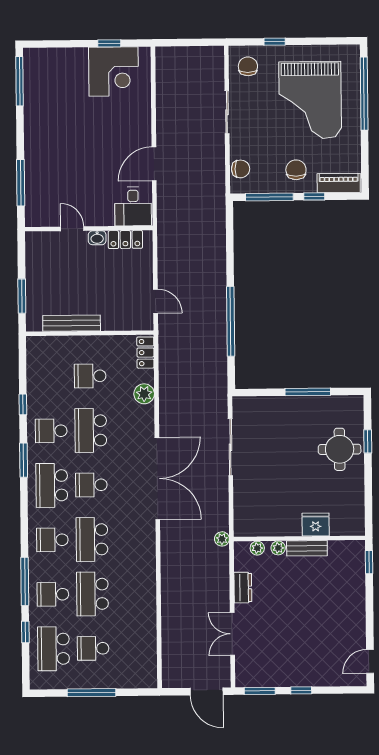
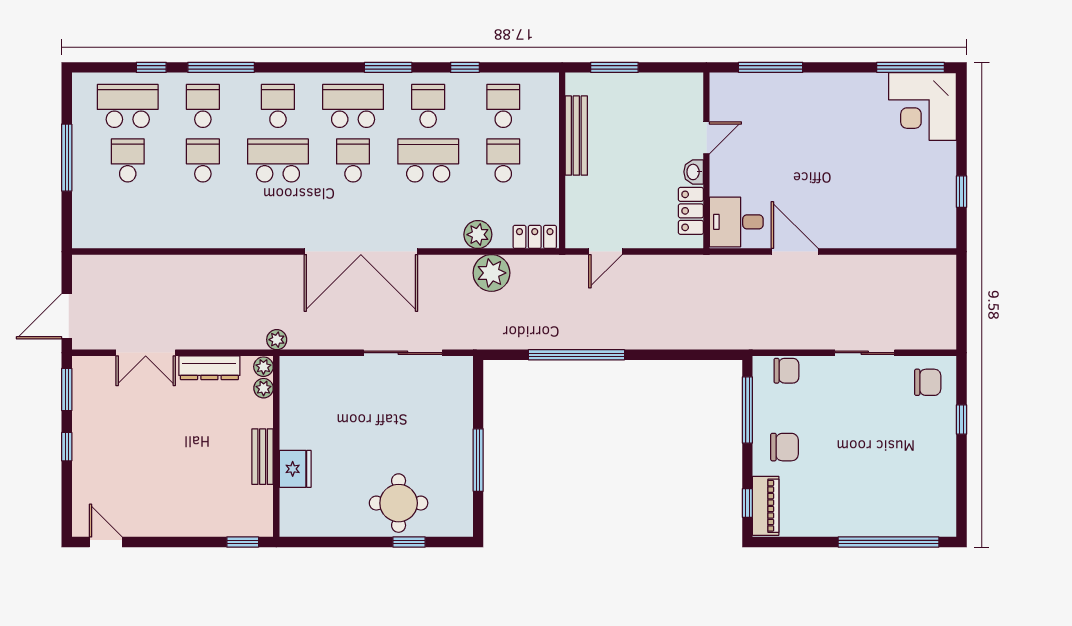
corner desk: (114, 72) -> (922, 107), moved
grand piano: (310, 100) -> (880, 468), removed
chair: (241, 169) -> (786, 371), turned -90
window: (314, 196) -> (747, 503), moved
school desk: (51, 376) -> (503, 106), added
plant: (172, 384) -> (491, 273), added
plant: (278, 548) -> (263, 367), moved
dresser: (243, 588) -> (209, 368), width x1.44
school desk: (92, 594) -> (203, 160), width x0.54
double door: (232, 634) -> (146, 353), swing flipped

